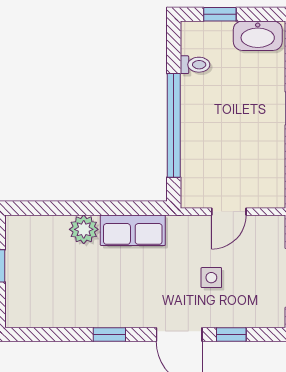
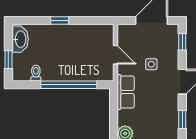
row of seats: (133, 230) -> (126, 92), moved
window: (231, 335) -> (182, 42), moved

